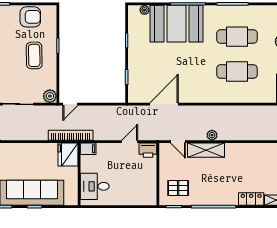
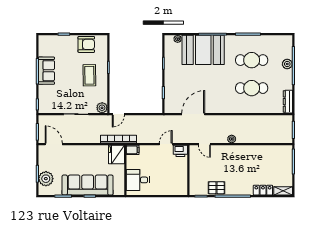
shelving: (206, 150) -> (227, 151), removed
pallet: (178, 188) -> (216, 188), moved

